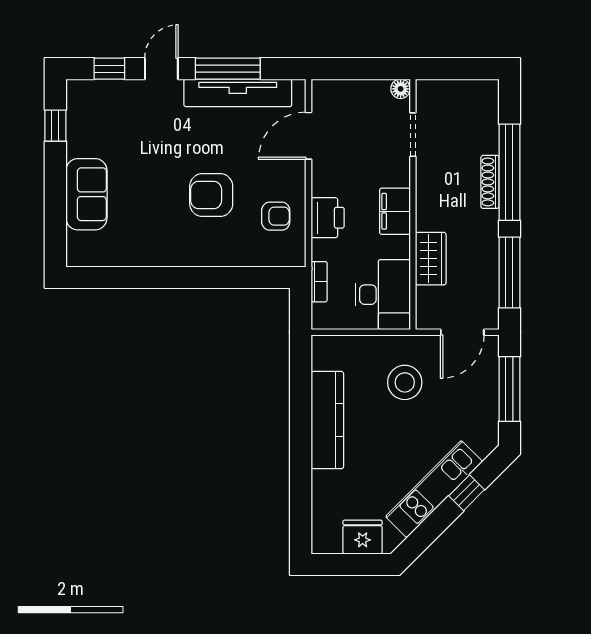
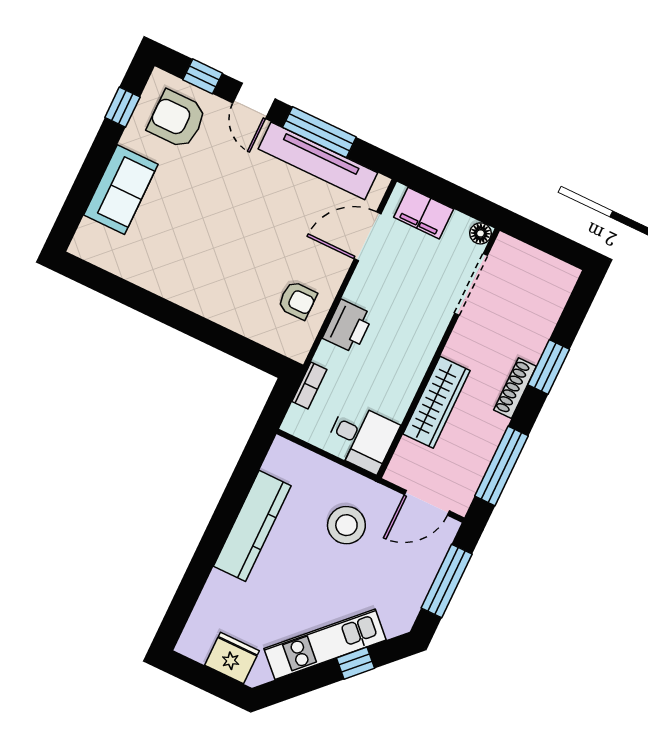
door: (161, 69) -> (254, 101), swing flipped
doorway: (413, 135) -> (471, 284), width x1.38
window: (509, 172) -> (549, 367), width x0.47
shoe rack: (490, 182) -> (515, 388), moved
armchair: (211, 195) -> (177, 119), moved
filing cabinet: (395, 211) -> (424, 213), moved, turned -90
wardrobe: (431, 259) -> (437, 402), width x1.50
desk: (383, 295) -> (362, 437), width x0.73

